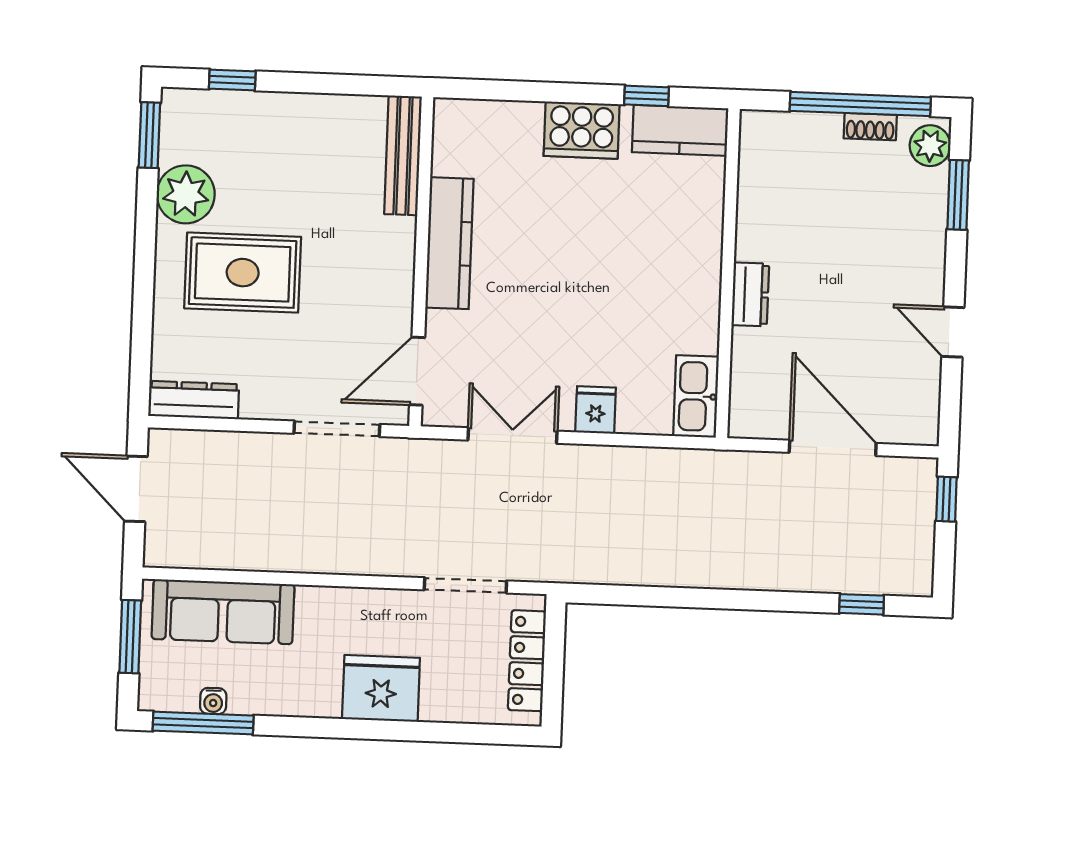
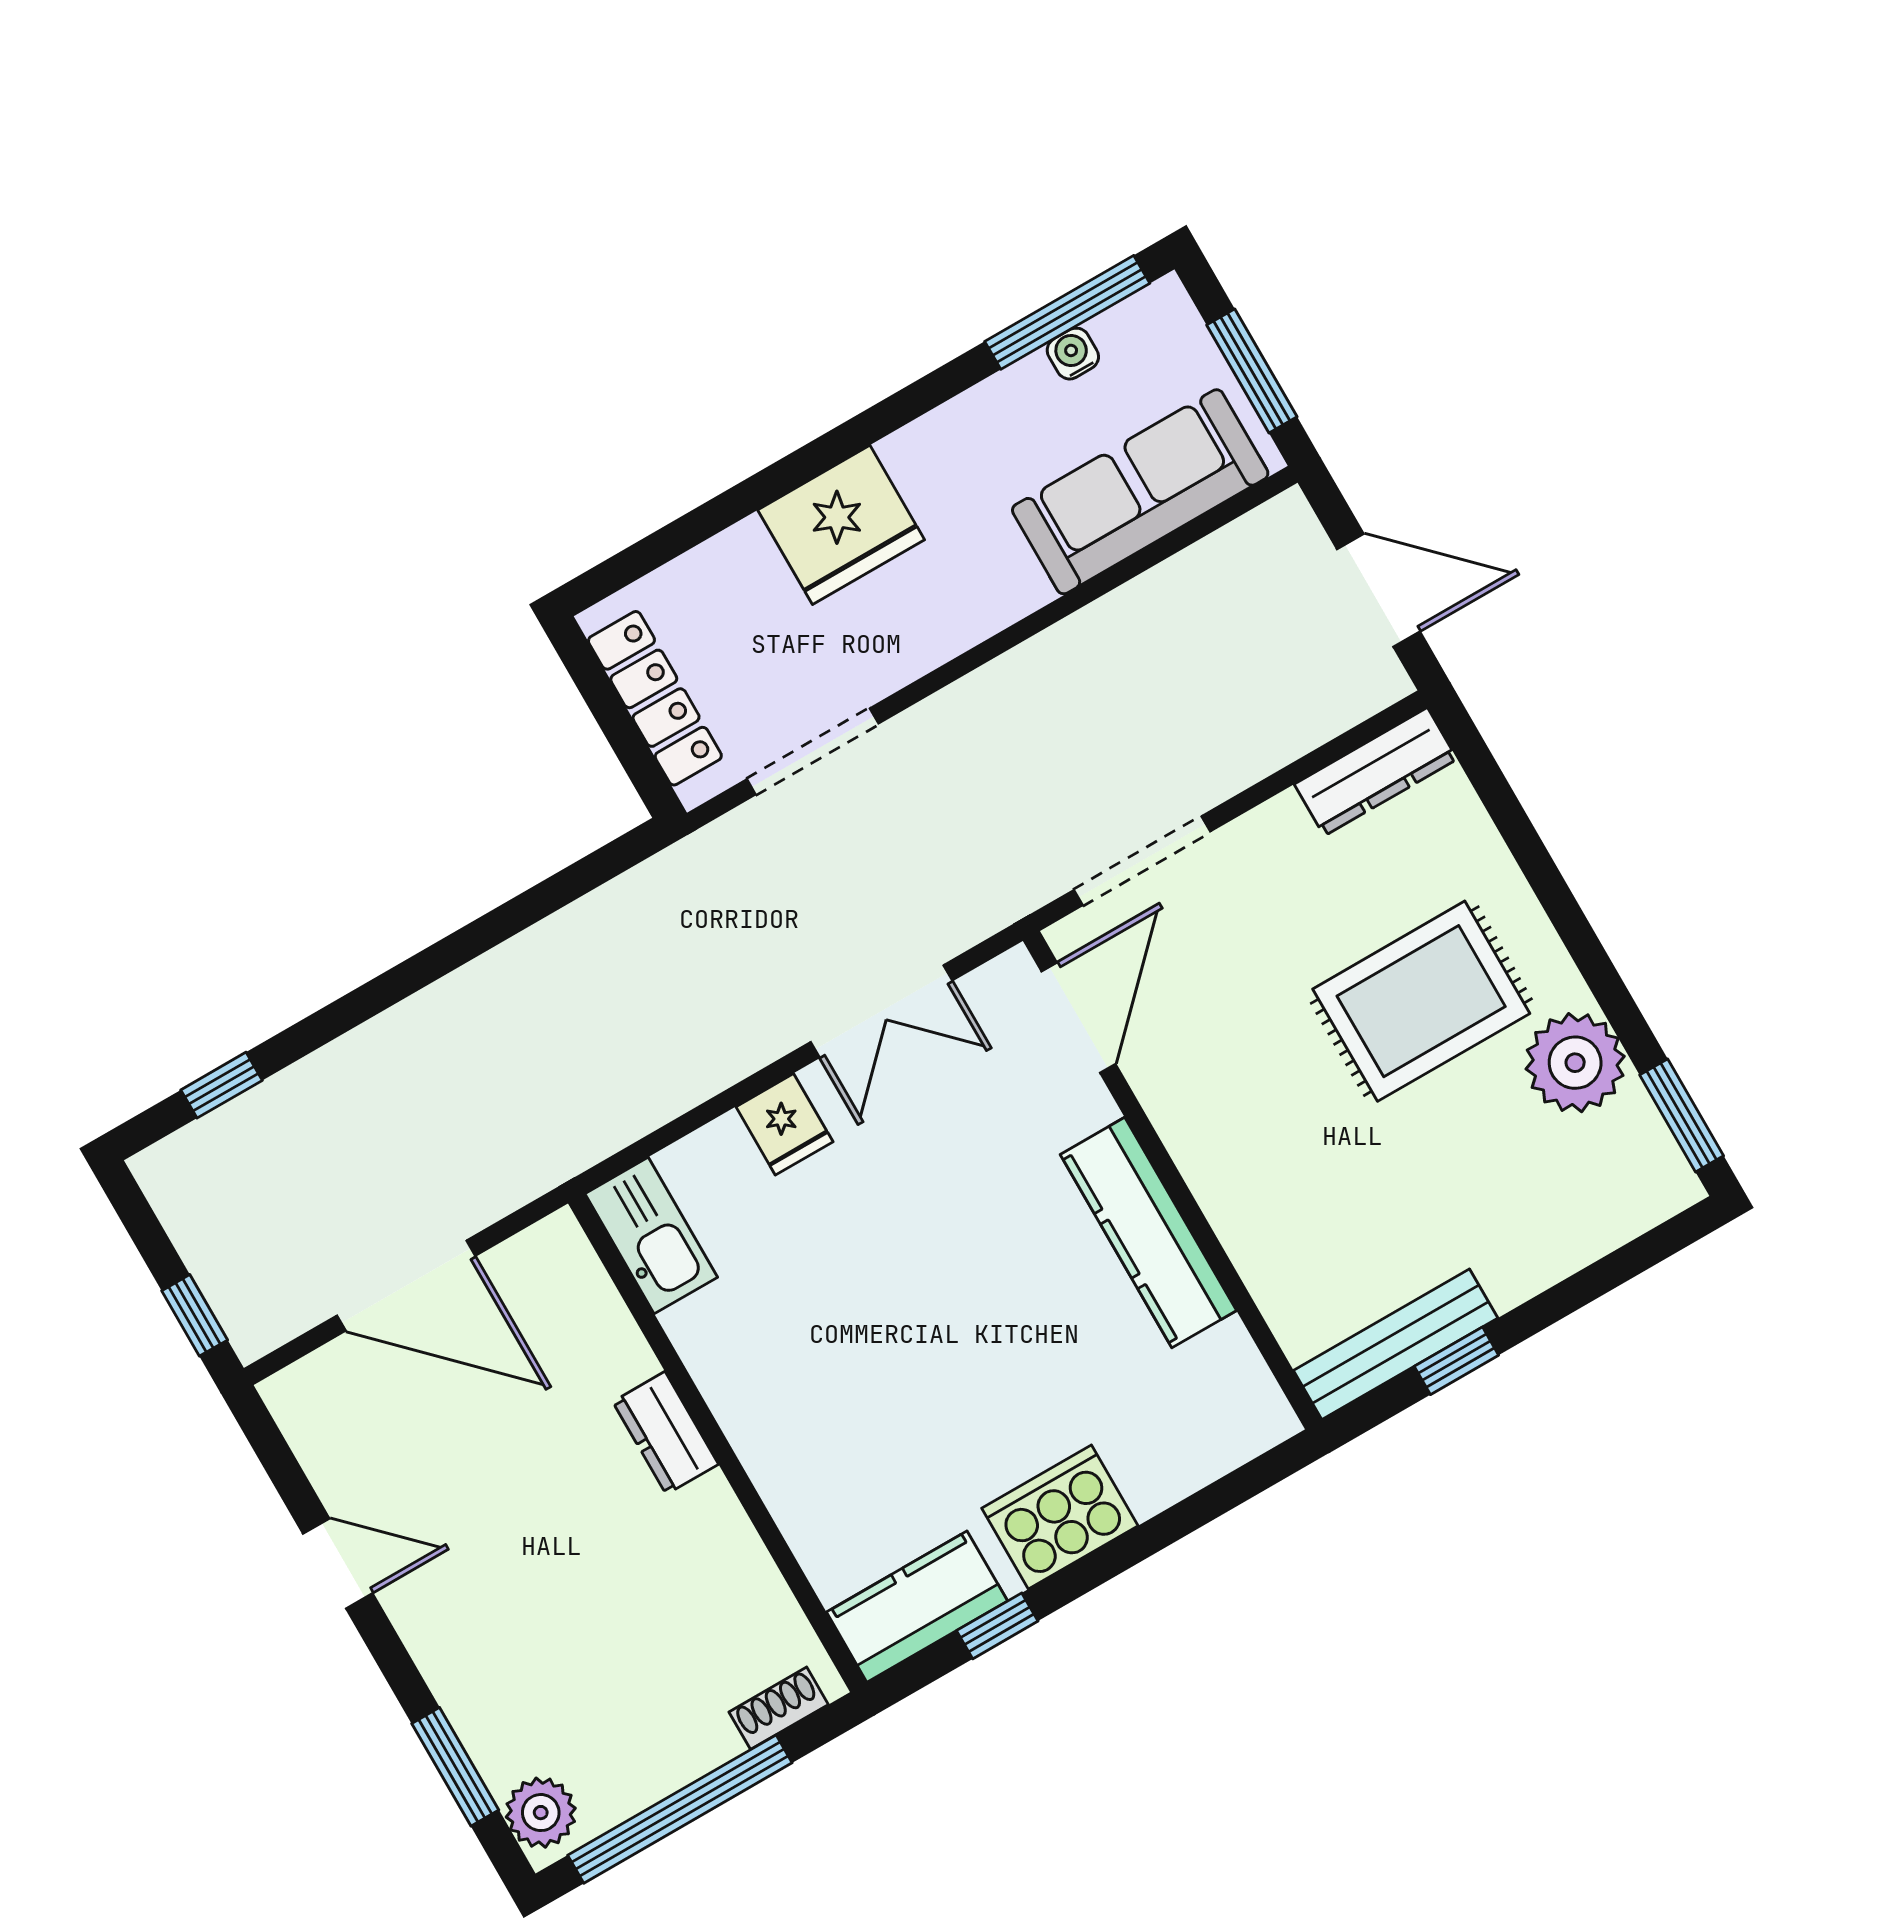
window: (232, 80) -> (1456, 1361), moved
shoe rack: (870, 127) -> (779, 1708), moved
bench: (403, 155) -> (1396, 1344), moved, turned 90

